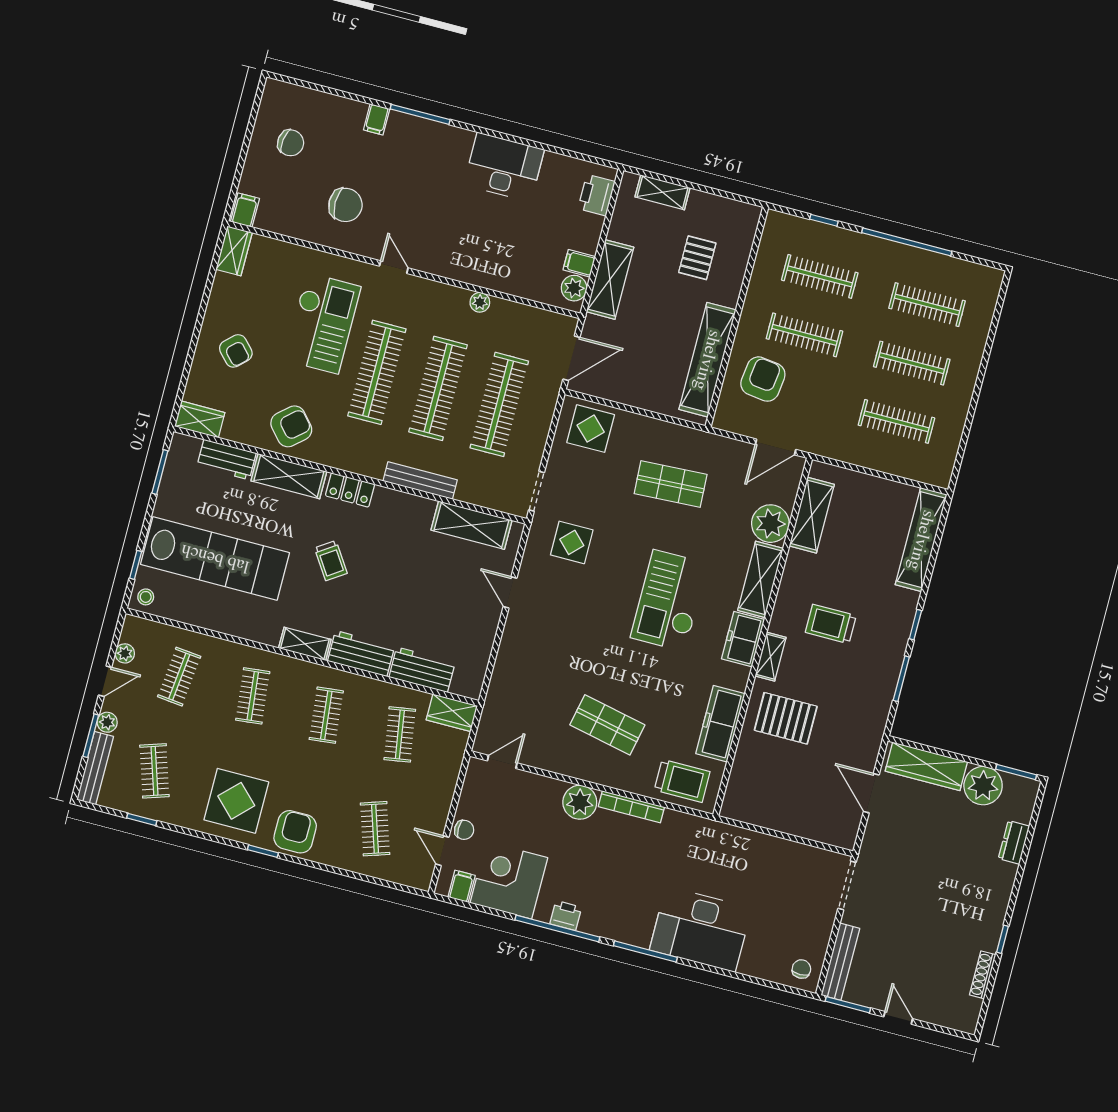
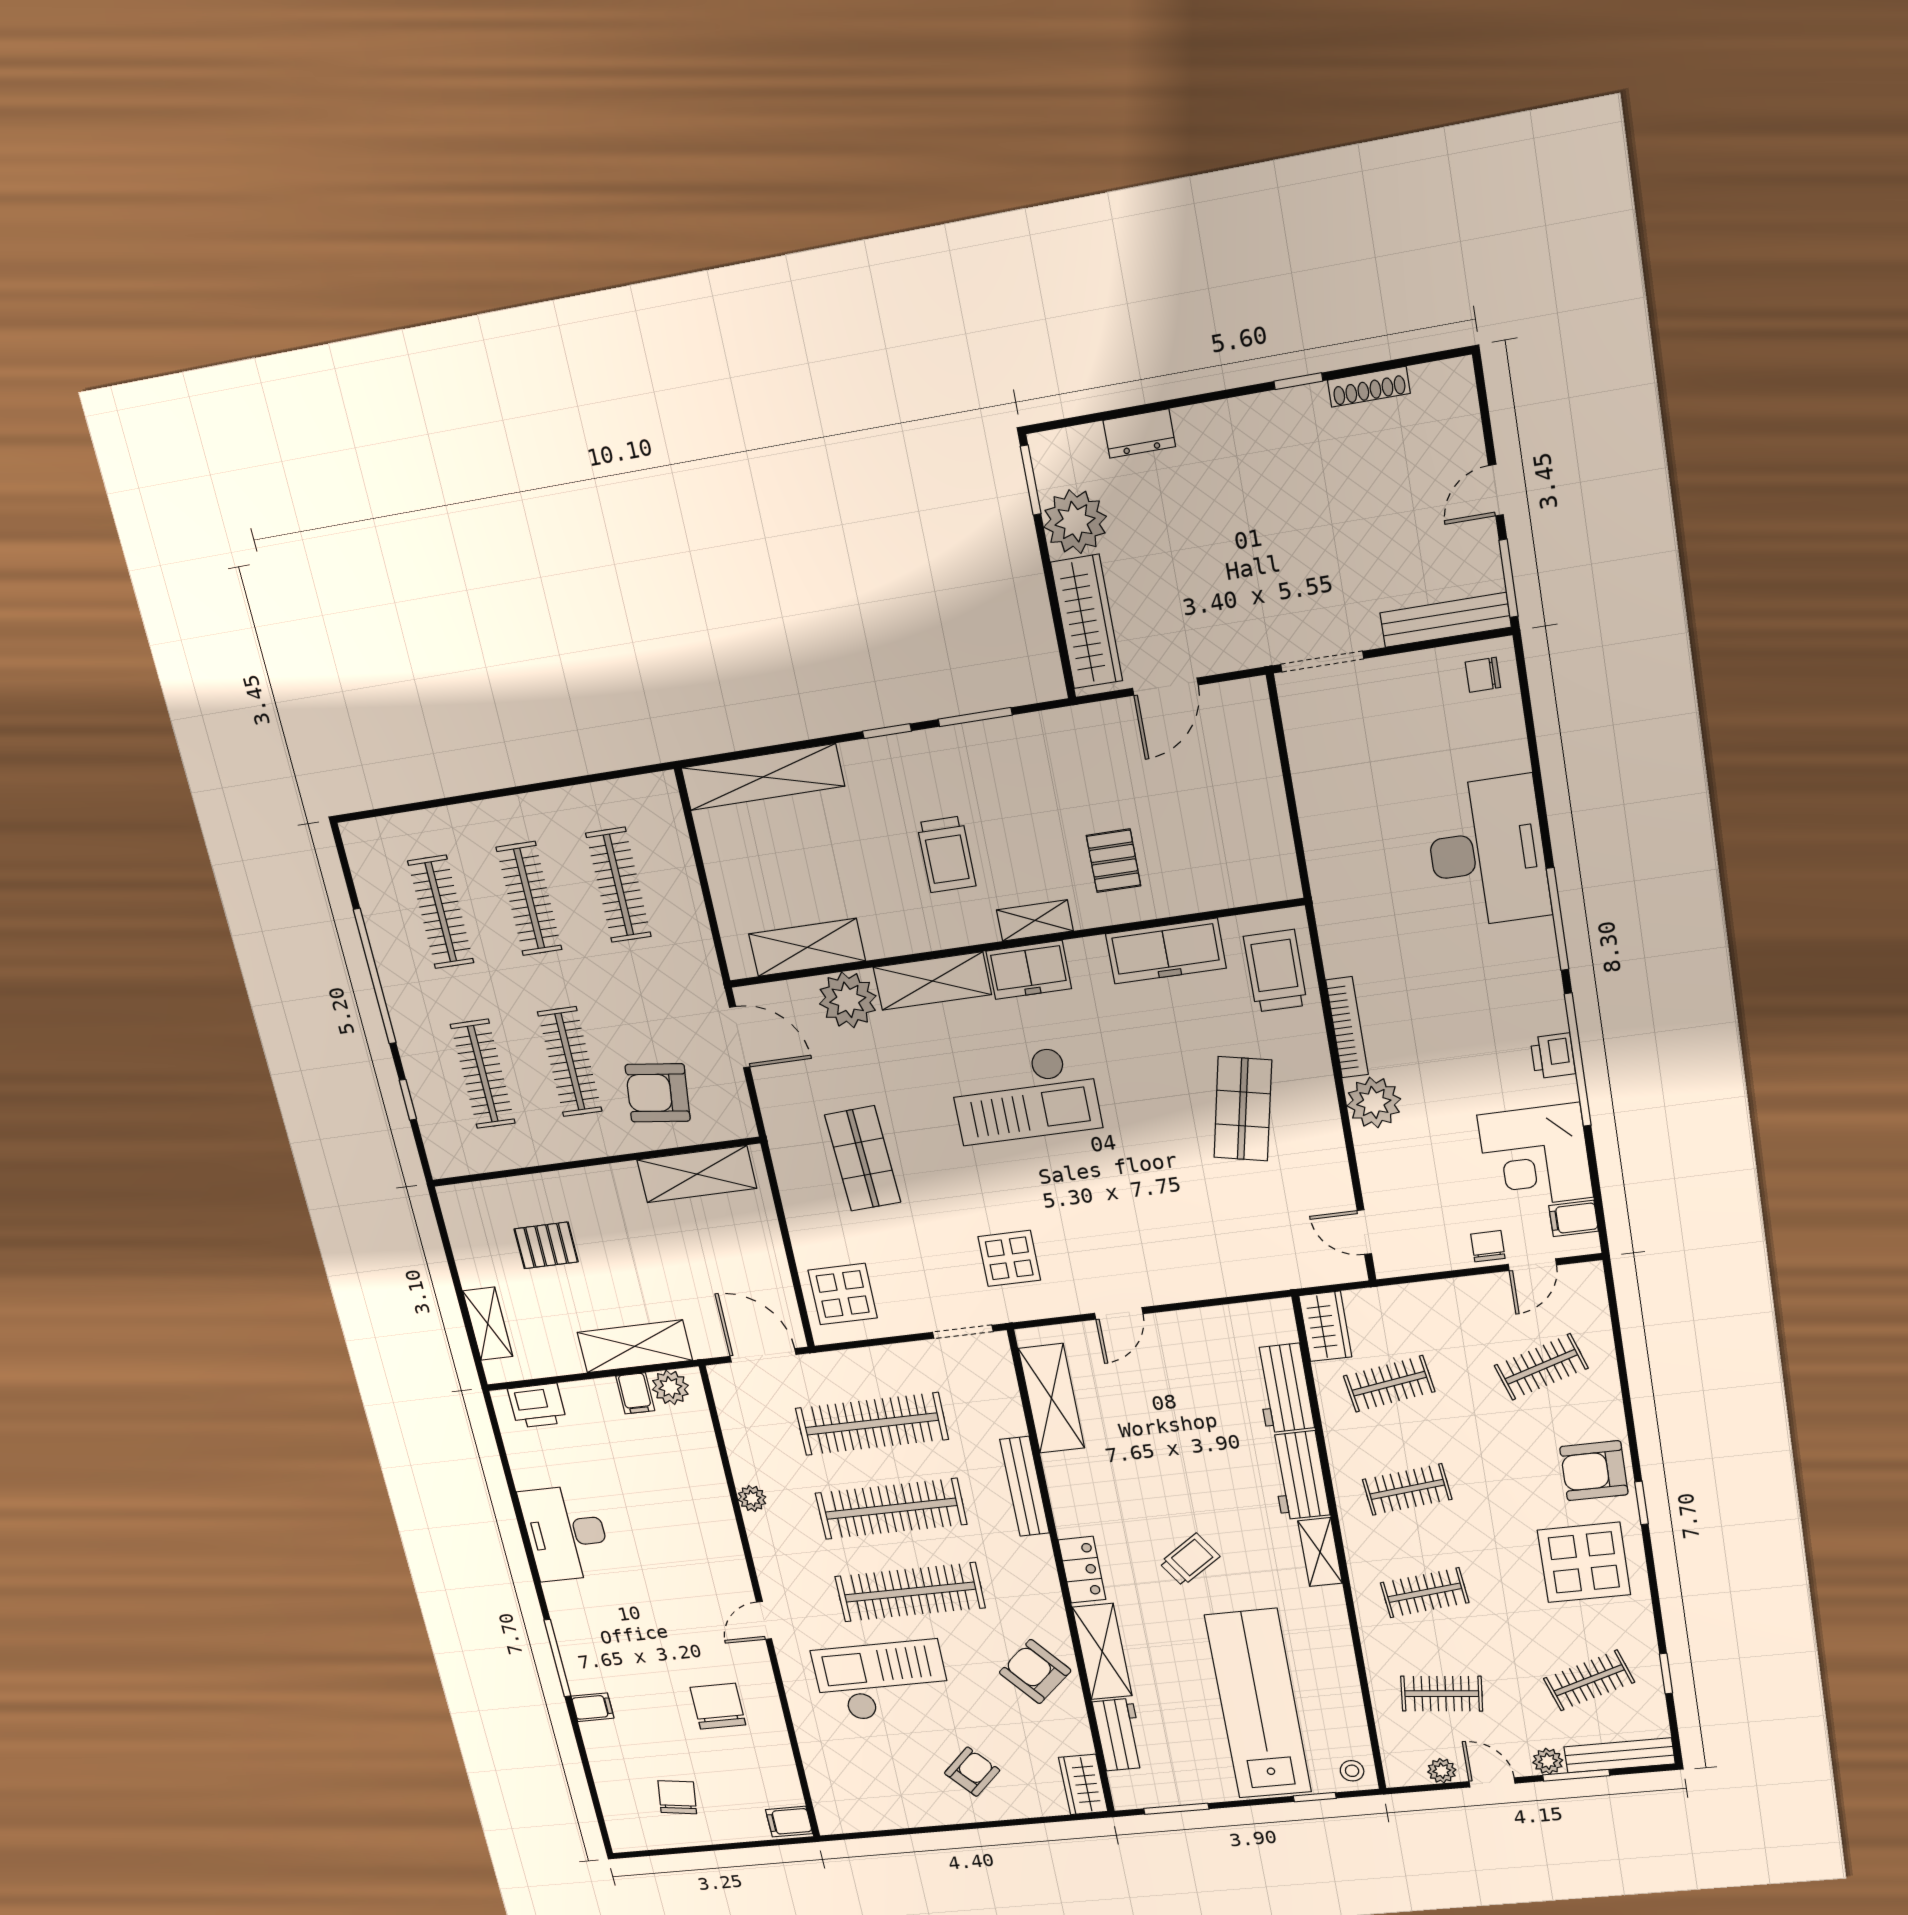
wardrobe: (234, 251) -> (847, 1817), removed
shelving: (707, 360) -> (697, 1174), width x0.68
pallet: (786, 718) -> (1114, 861), width x0.67, depth x0.71

